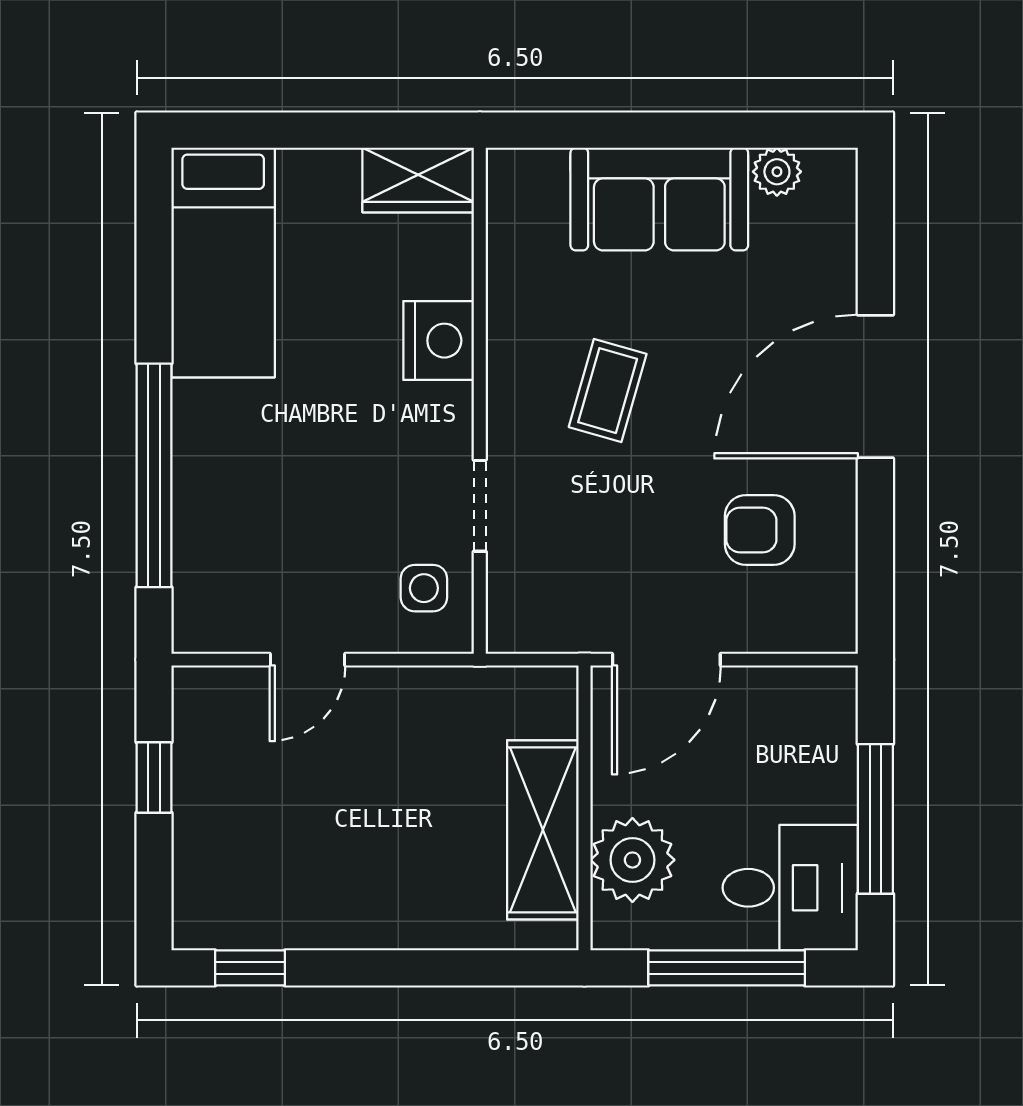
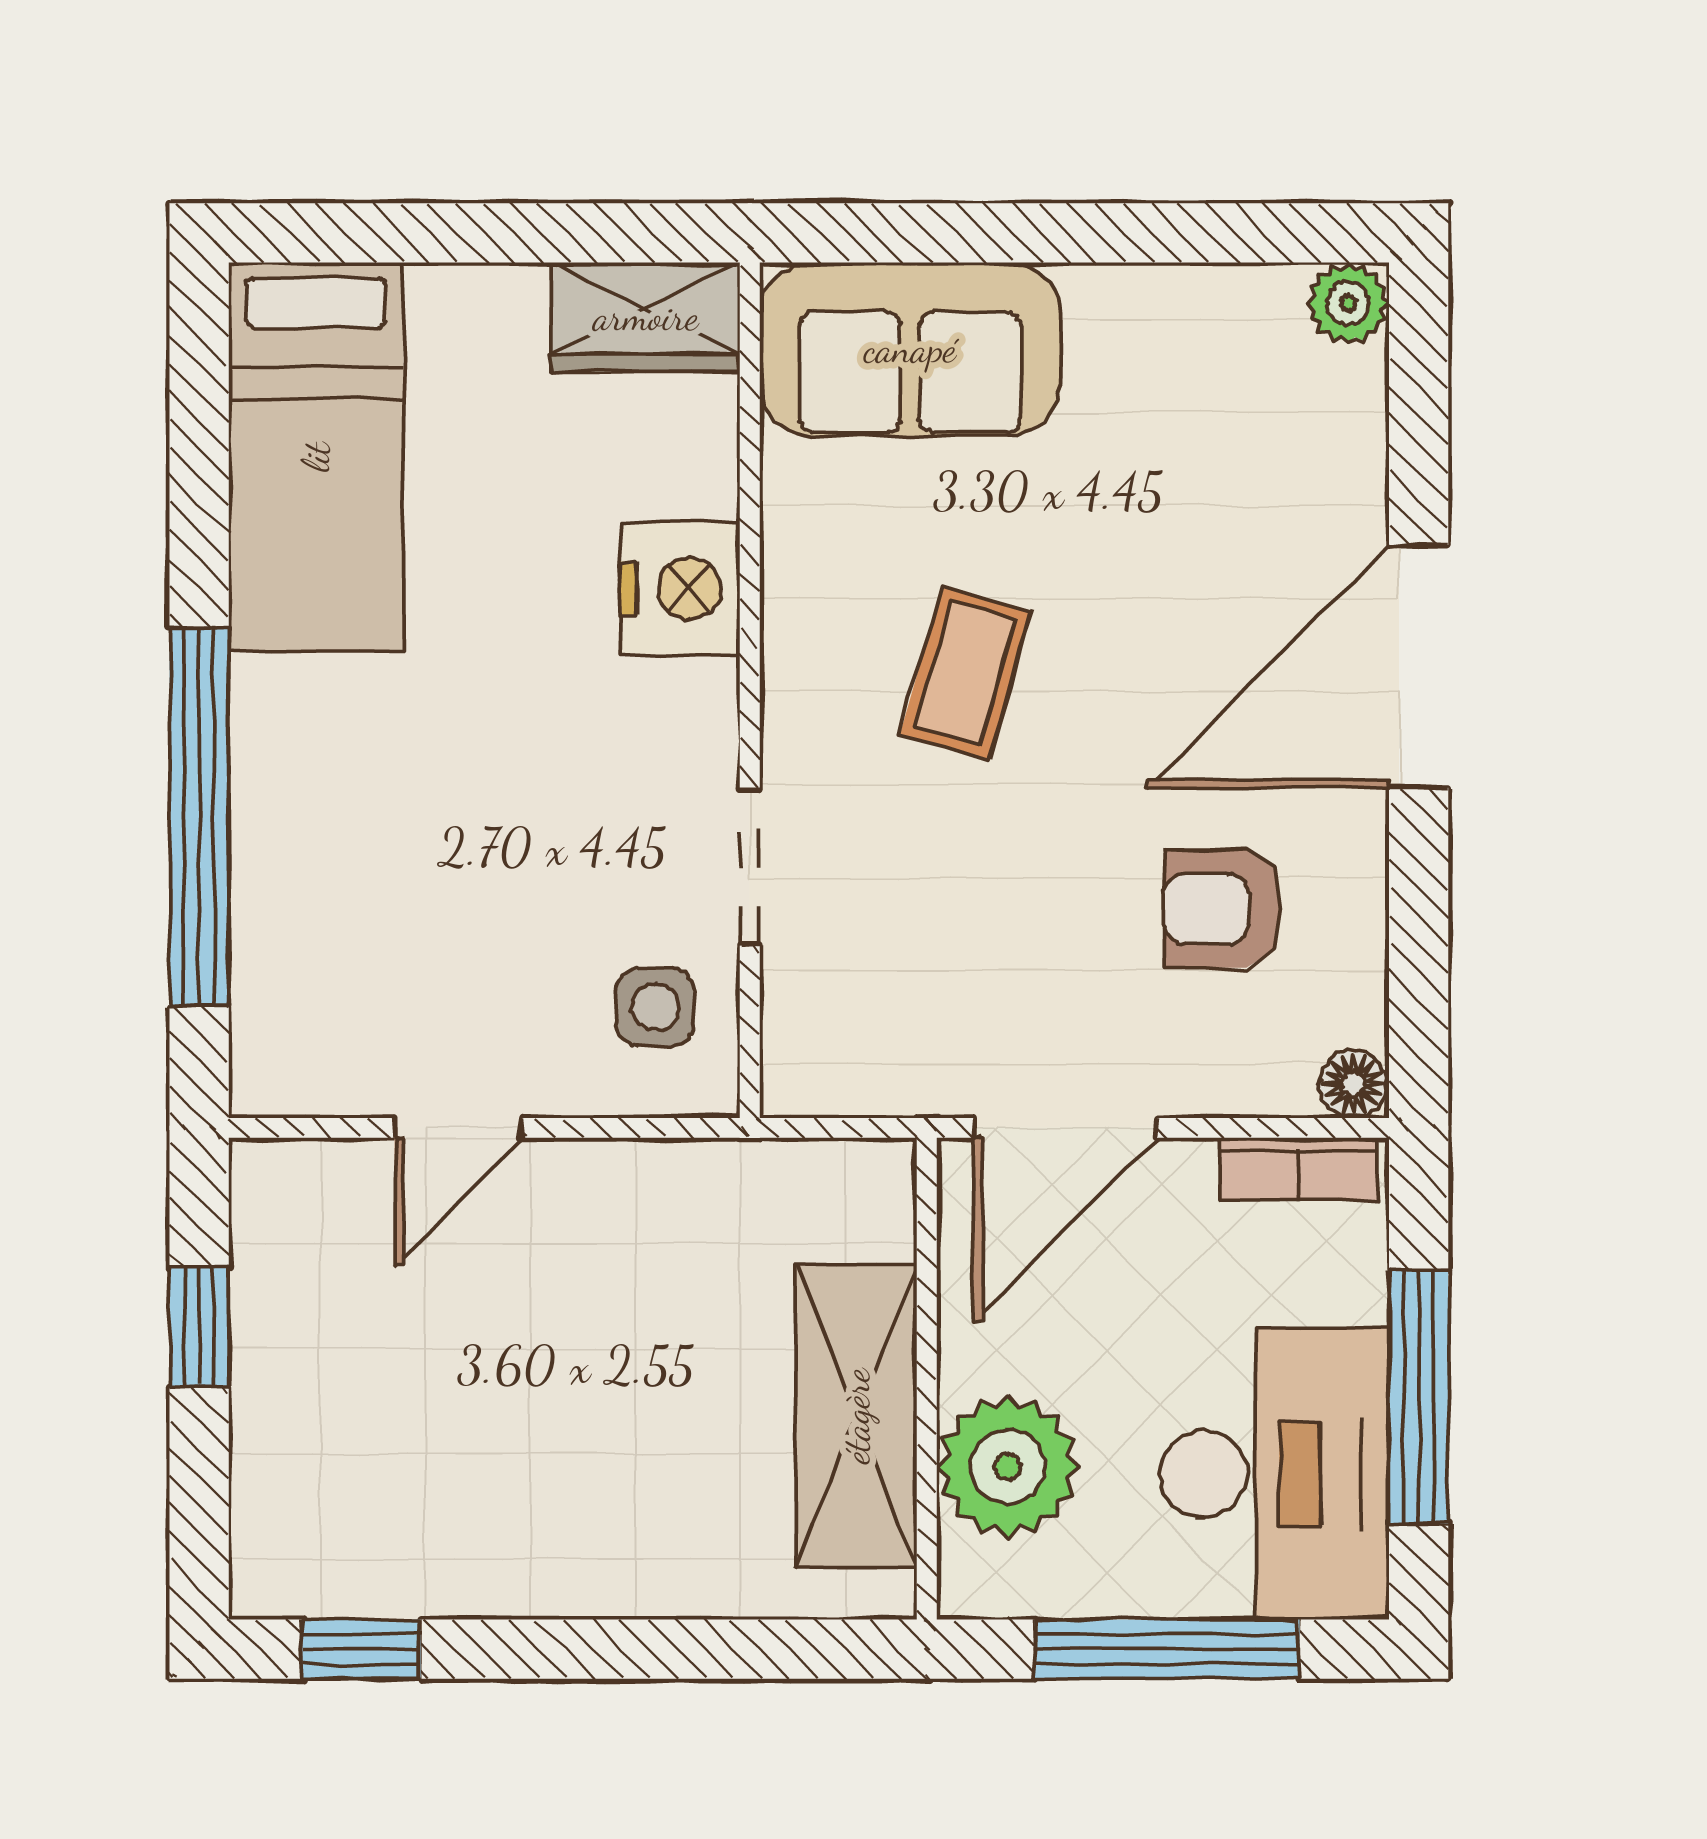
plant: (777, 172) -> (1348, 303), moved
sofa: (659, 199) -> (910, 349), moved
floor lamp: (837, 634) -> (1353, 1084), added
bookcase: (805, 684) -> (1299, 1169), added
desk: (790, 888) -> (1275, 1474), width x1.37

